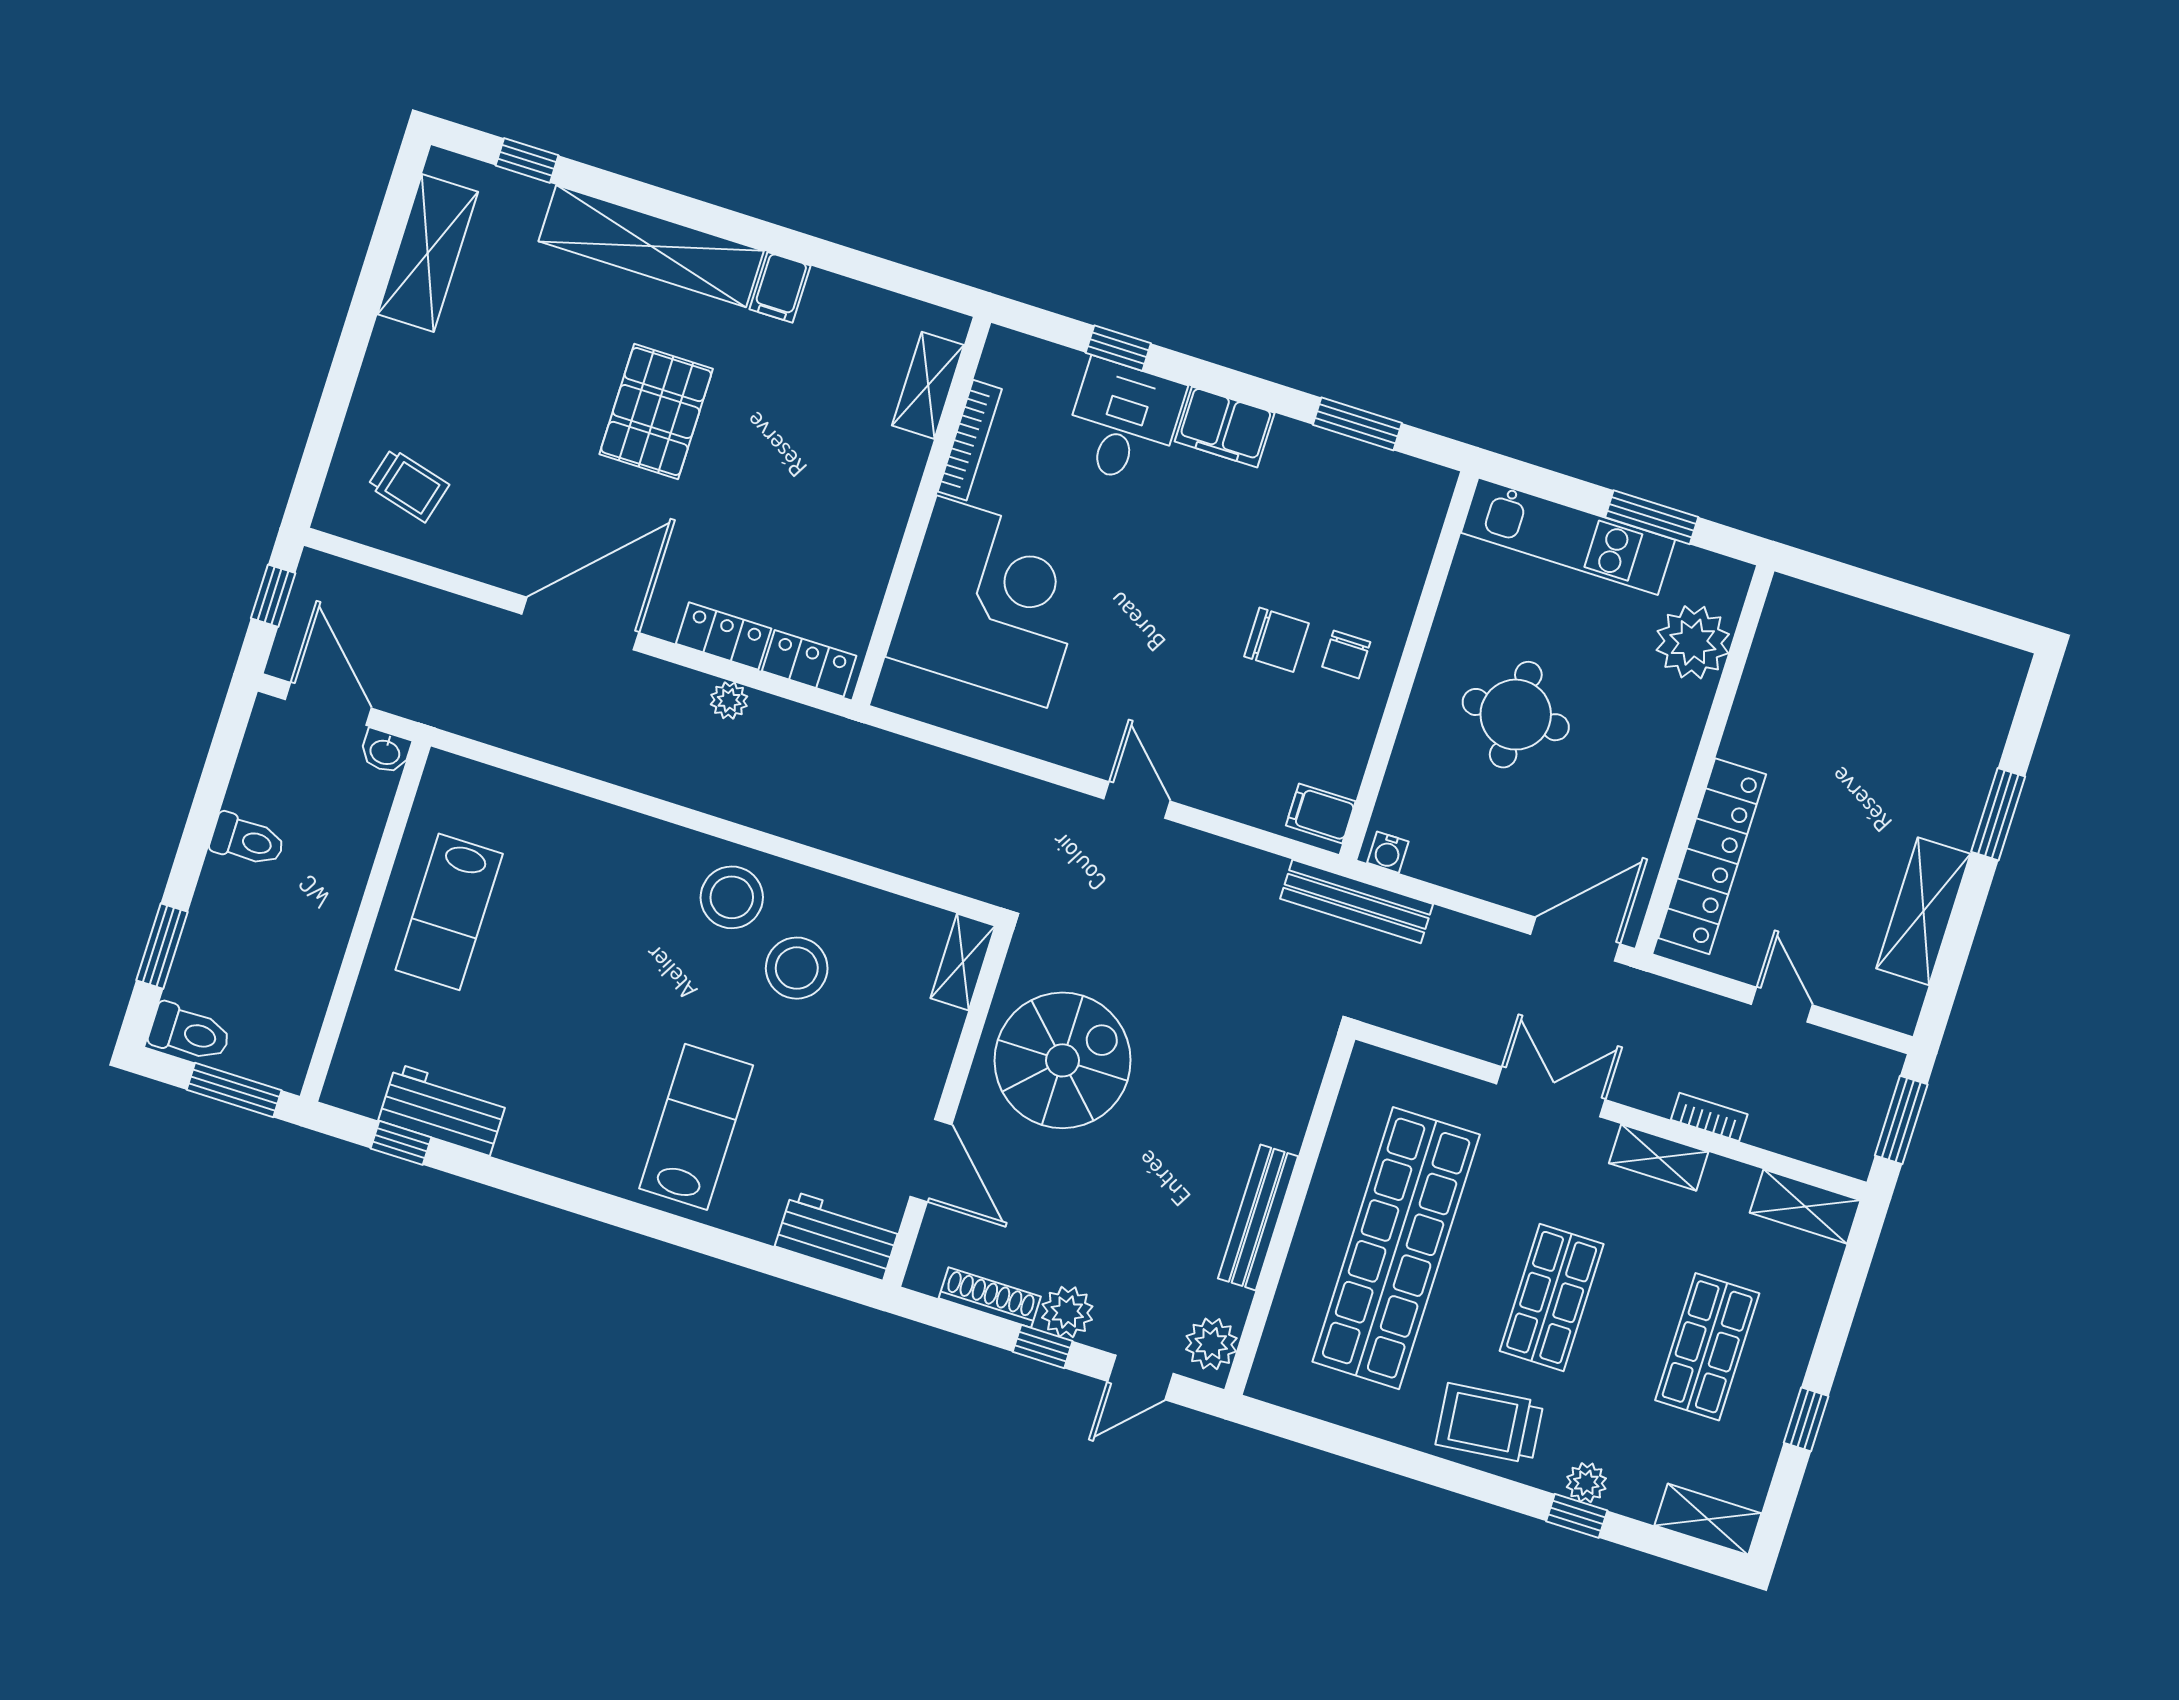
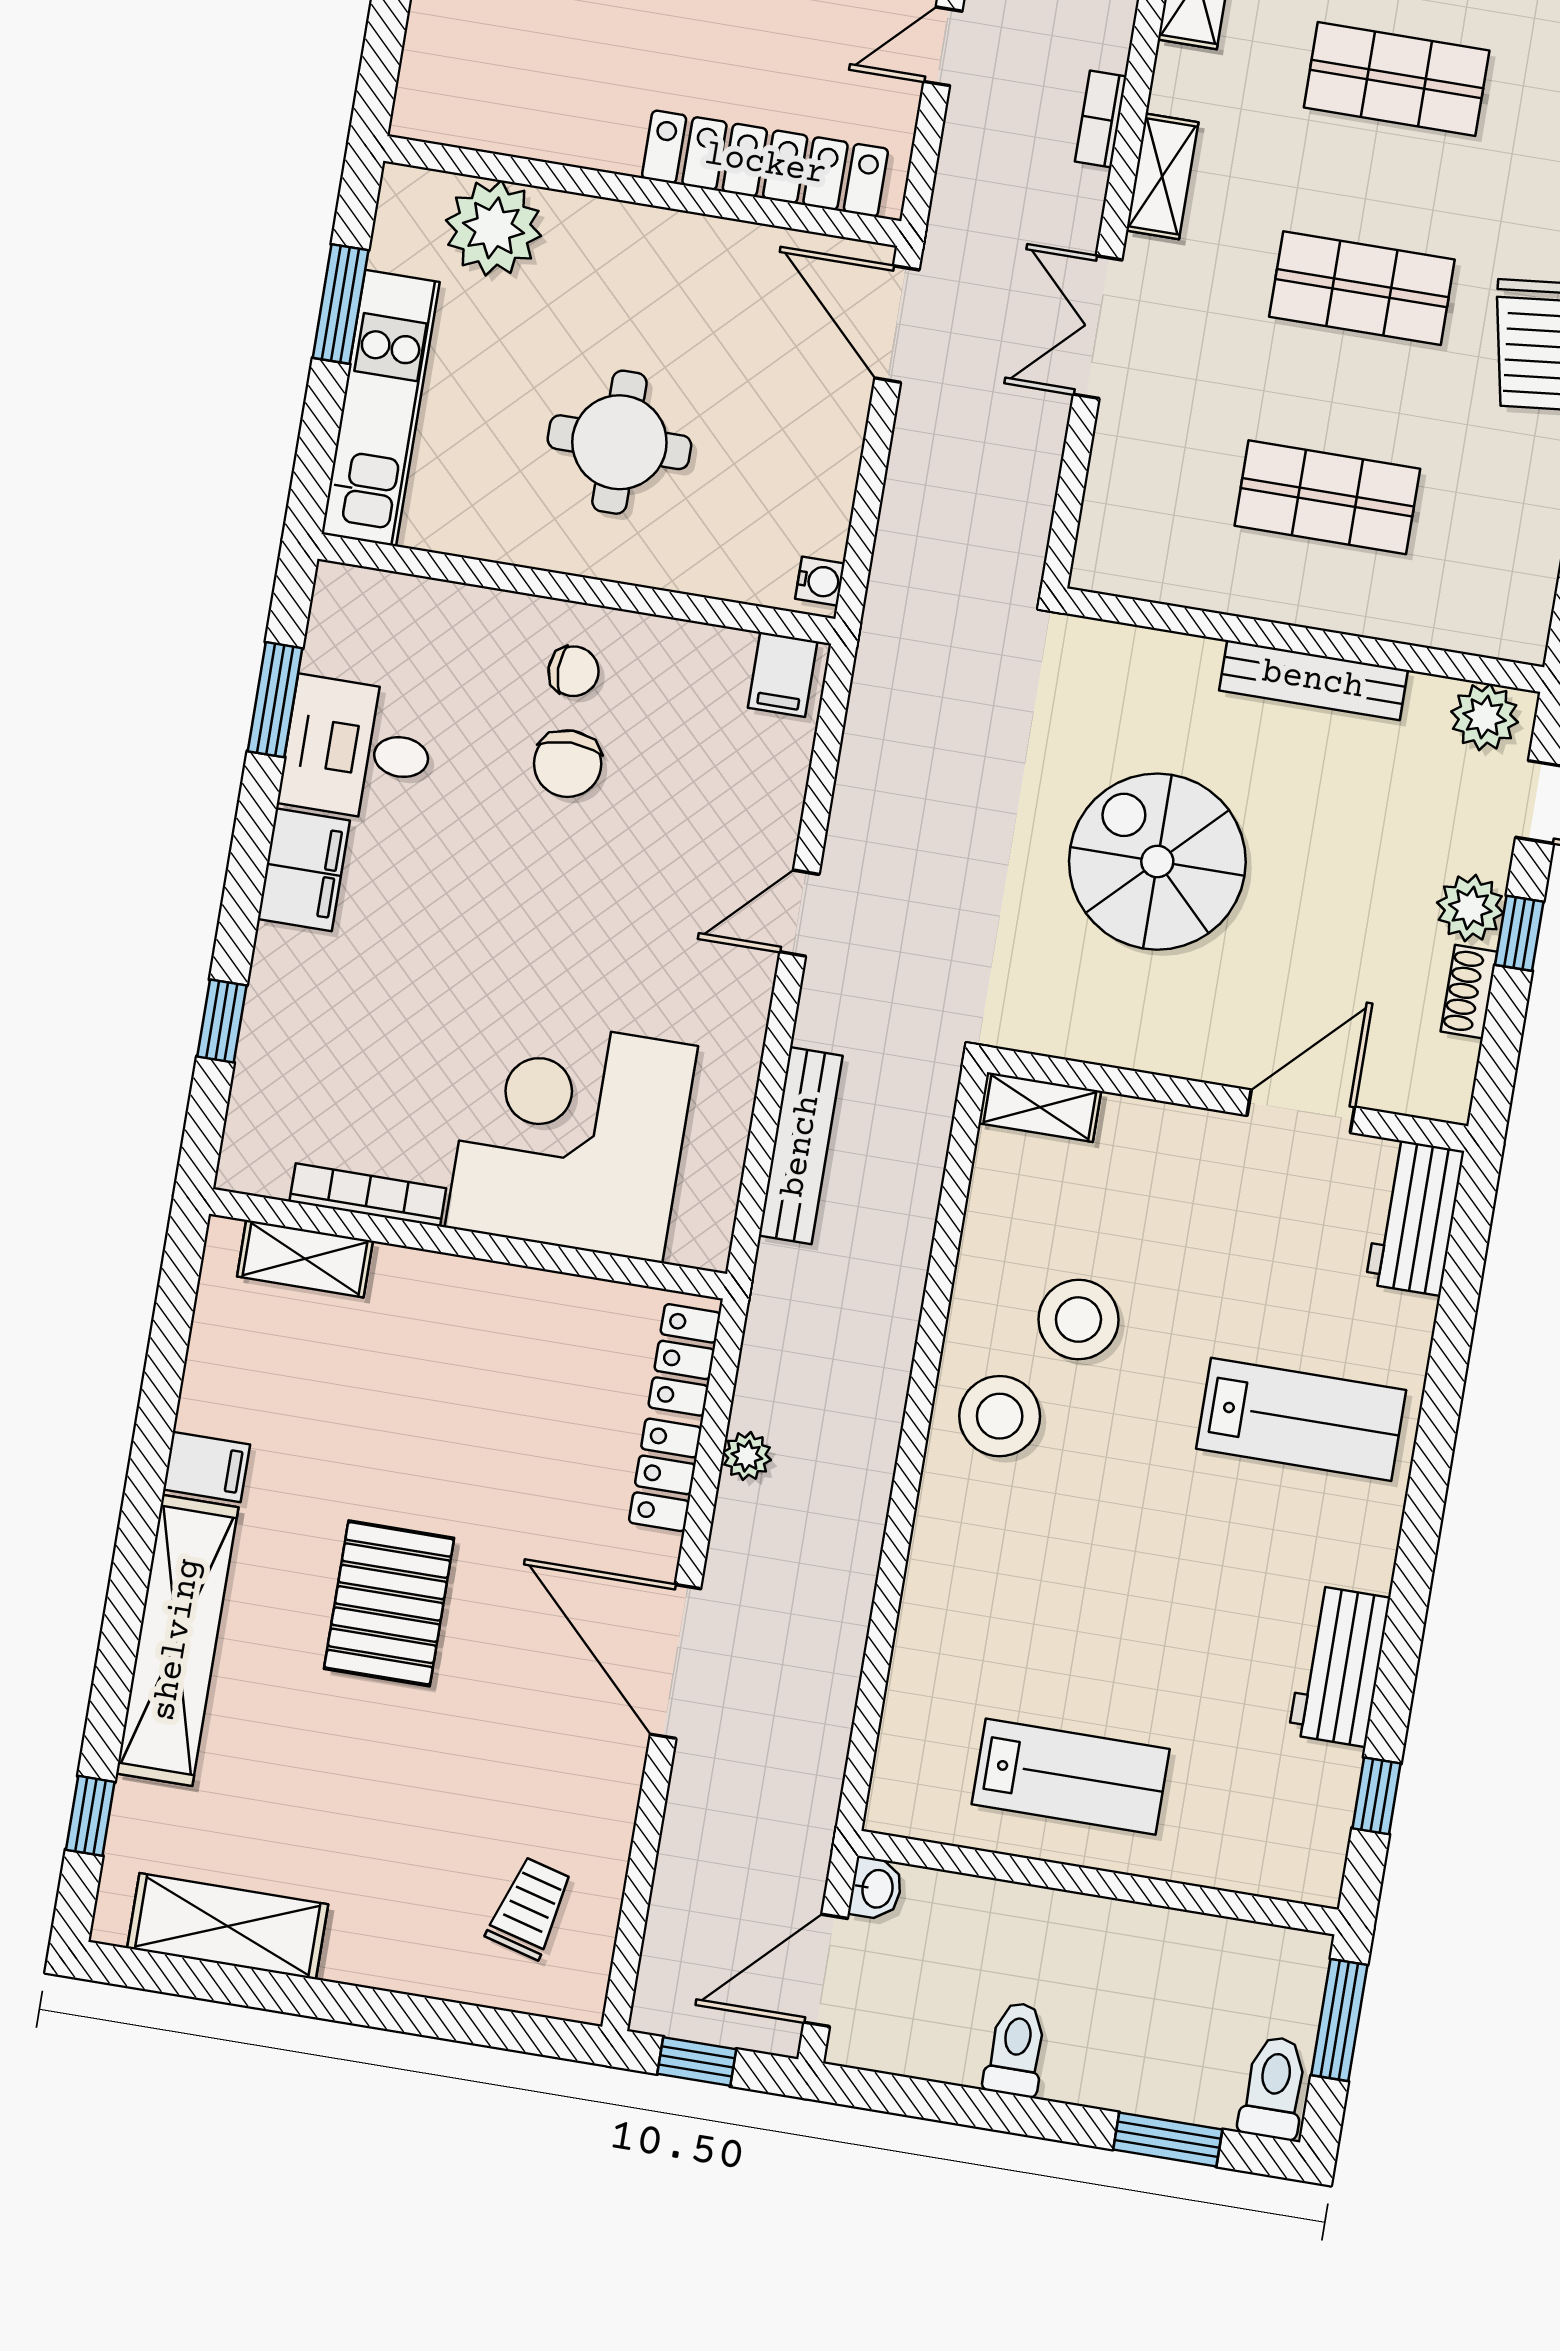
pallet: (656, 412) -> (389, 1603), turned 90
desk: (1123, 422) -> (358, 750), moved
chair: (1276, 640) -> (568, 764), turned 180
bench: (1357, 901) -> (801, 1146), moved
spiral stairs: (1063, 1060) -> (1157, 862), moved
workbench: (443, 1110) -> (1339, 1666), moved
lab bench: (696, 1127) -> (1301, 1419), turned 180
shop shelf: (1396, 1248) -> (1327, 497), width x0.50, depth x0.74
shoe rack: (990, 1297) -> (1469, 992), width x0.70

